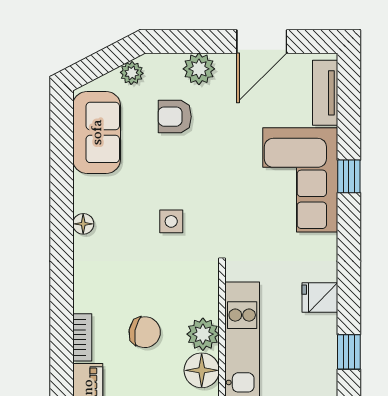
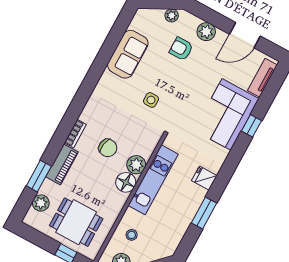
sofa: (97, 132) -> (128, 54), moved
floor lamp: (83, 224) -> (107, 77), removed
window: (349, 352) -> (204, 213), width x1.50

